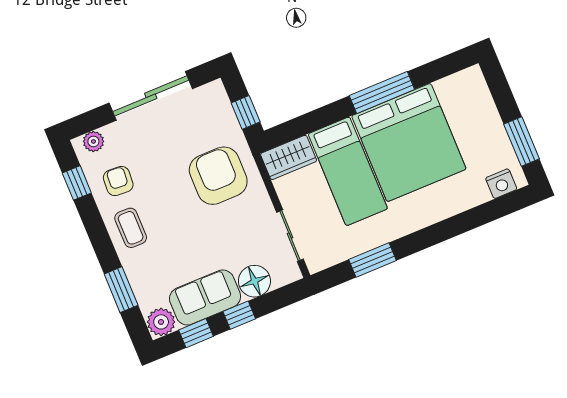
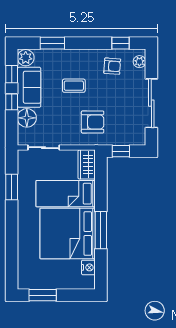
armchair: (218, 176) -> (93, 122), width x0.73, depth x0.73
nightstand: (501, 184) -> (88, 267), moved, turned 180
coffee table: (131, 228) -> (74, 86), moved

